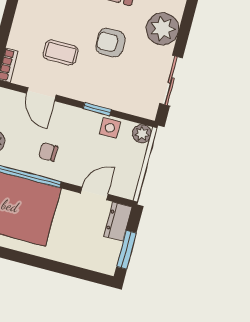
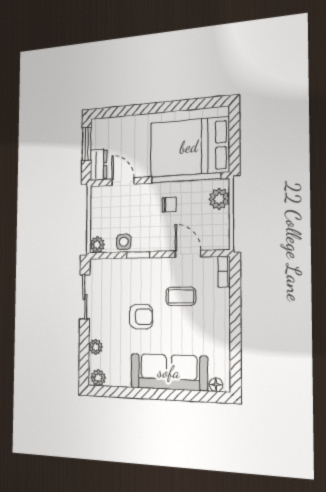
plant: (162, 29) -> (96, 347), width x0.53, depth x0.53
door: (94, 194) -> (123, 182), swing flipped

